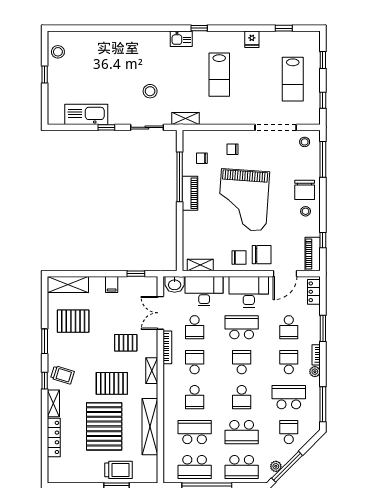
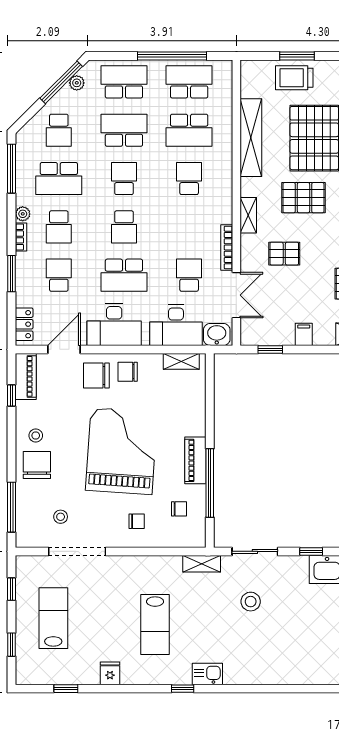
lab bench: (219, 75) -> (155, 624), turned 180
stool: (305, 142) -> (61, 517), moved
school desk: (195, 362) -> (189, 227), removed

